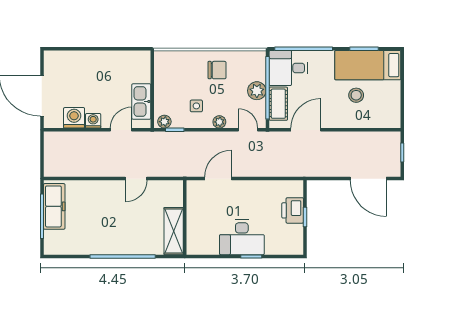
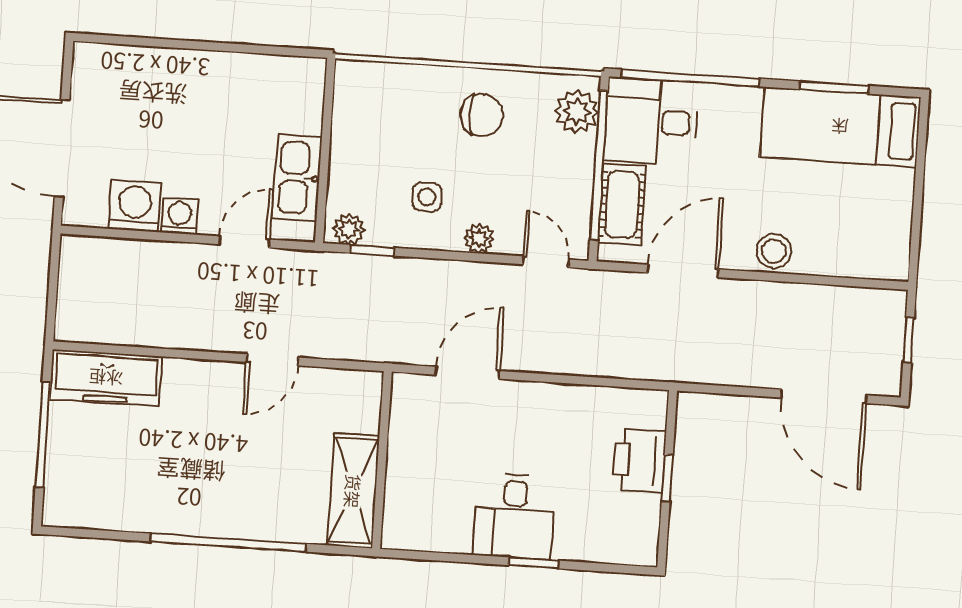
plant: (257, 91) -> (577, 112), moved
stool: (356, 95) -> (774, 251), moved
freezer: (54, 206) -> (106, 378), moved, turned 90
desk: (242, 237) -> (514, 516), width x0.73

